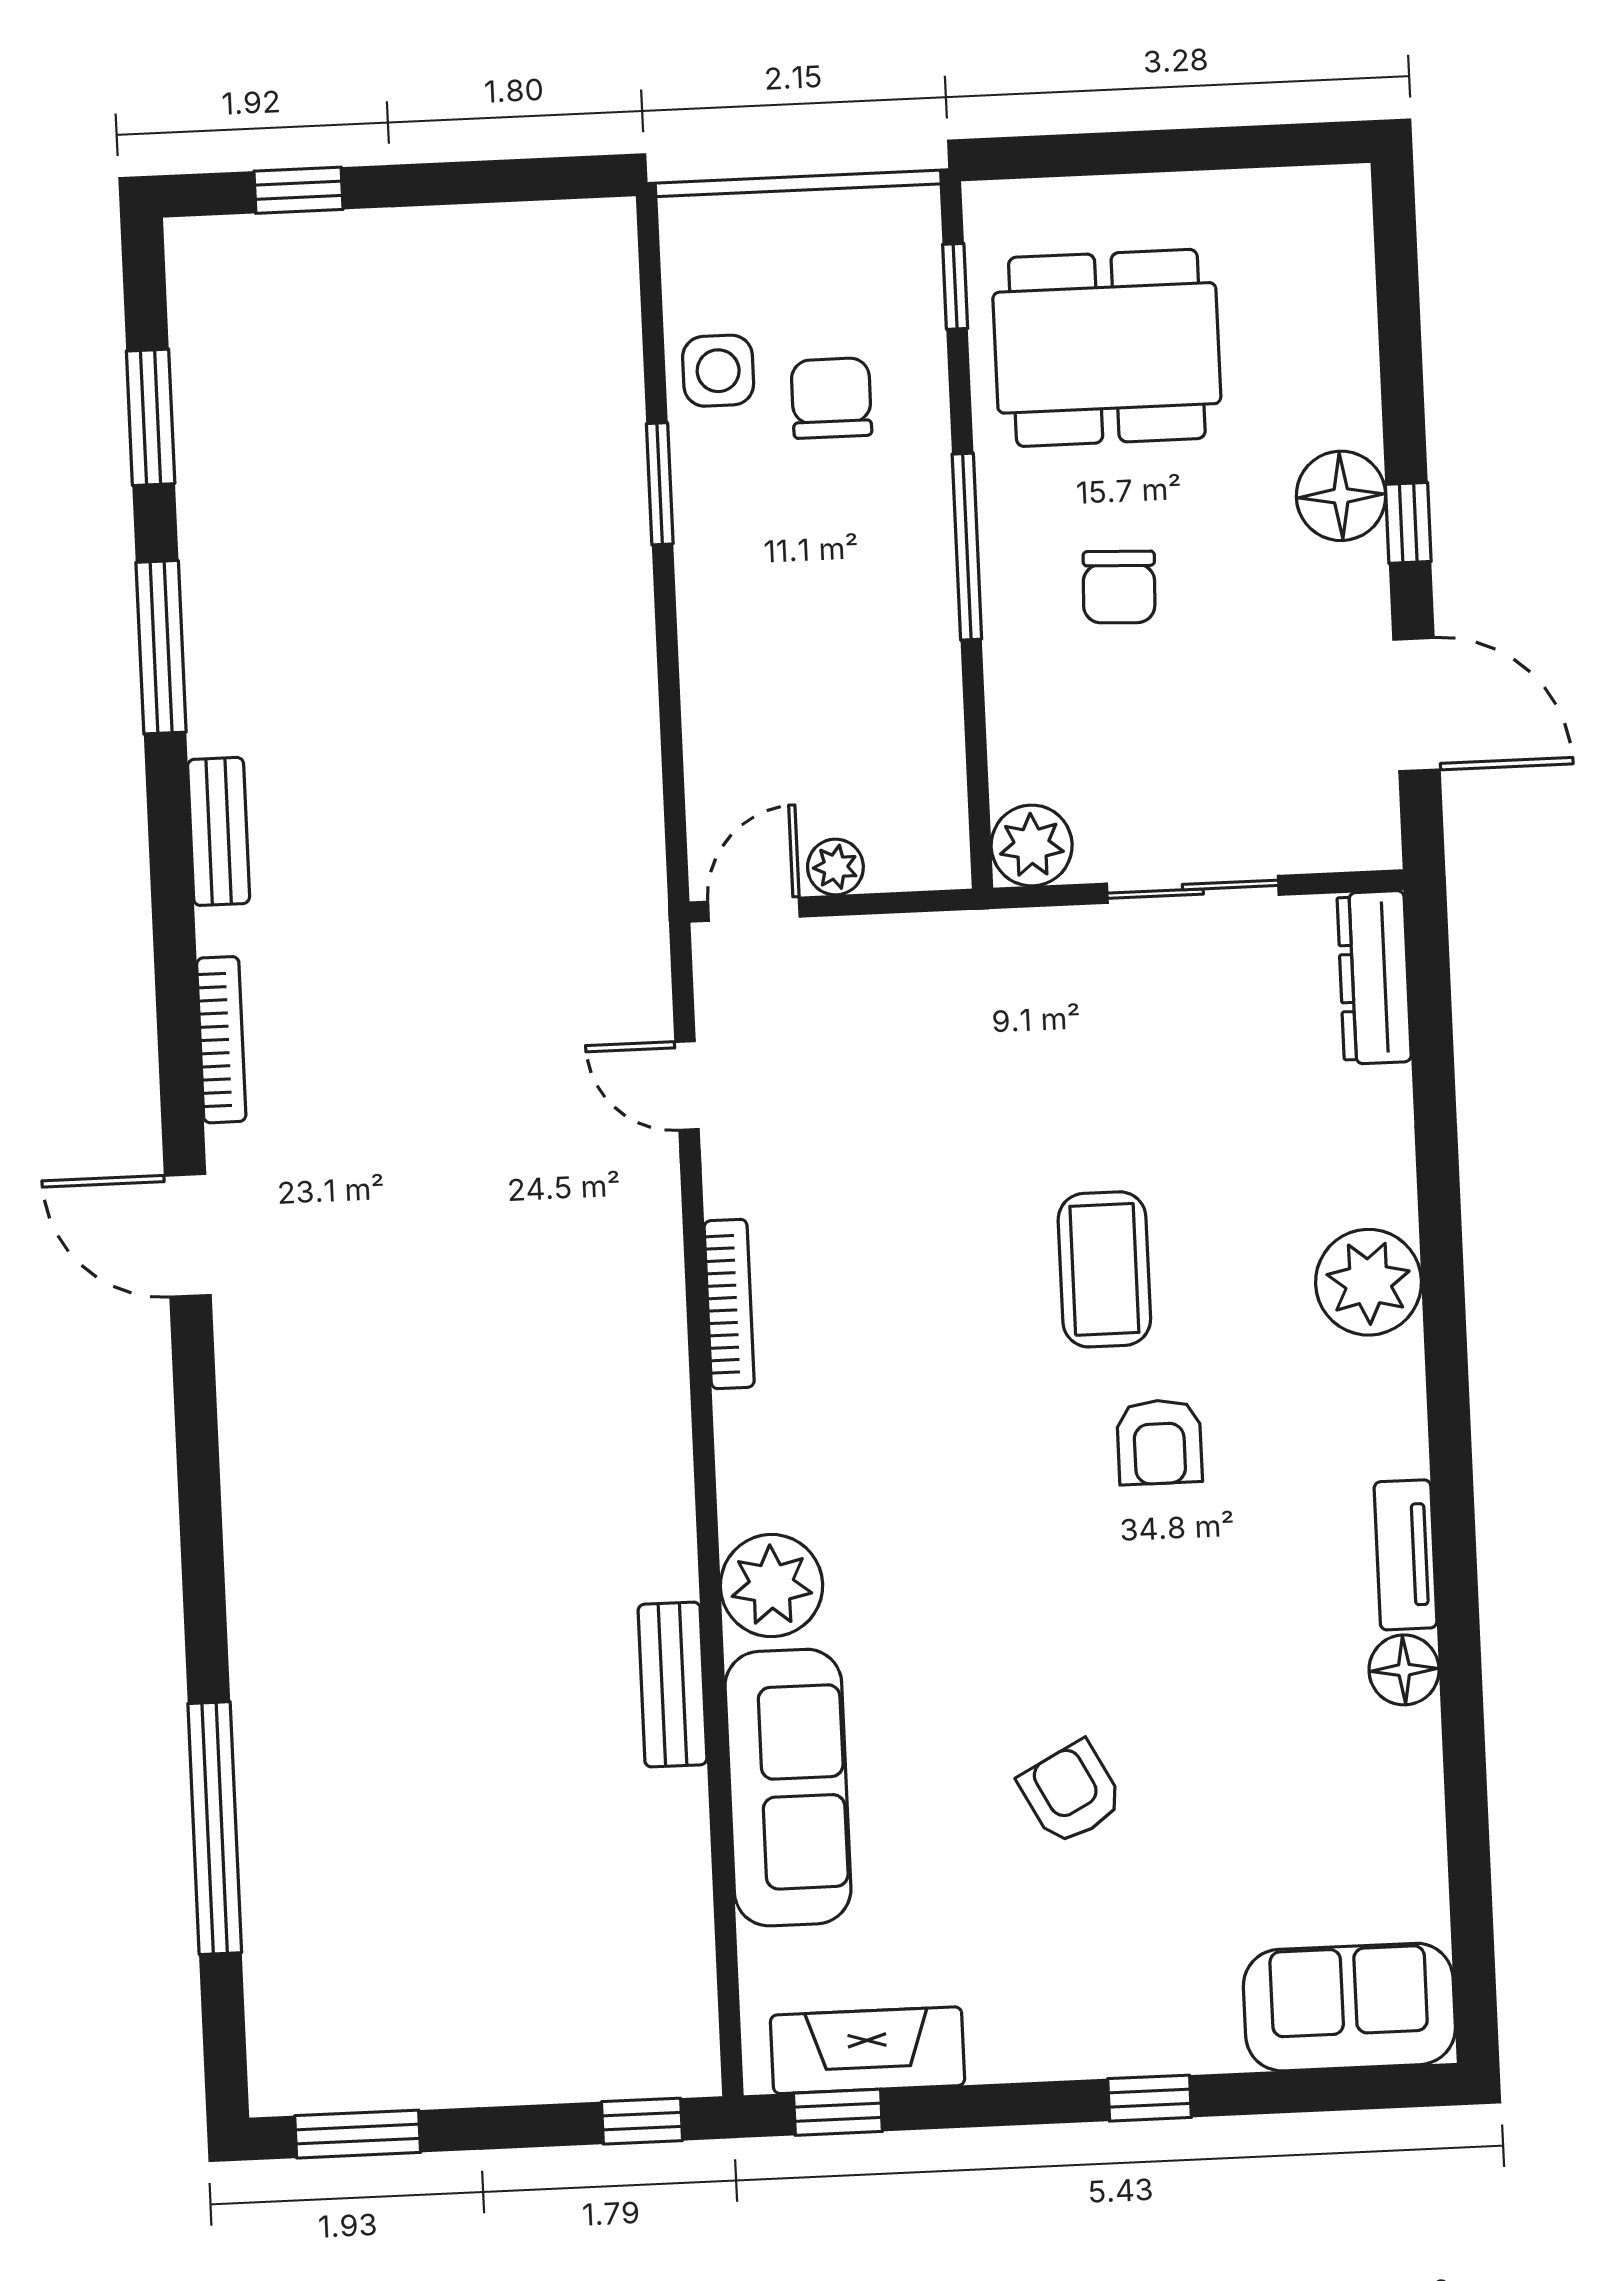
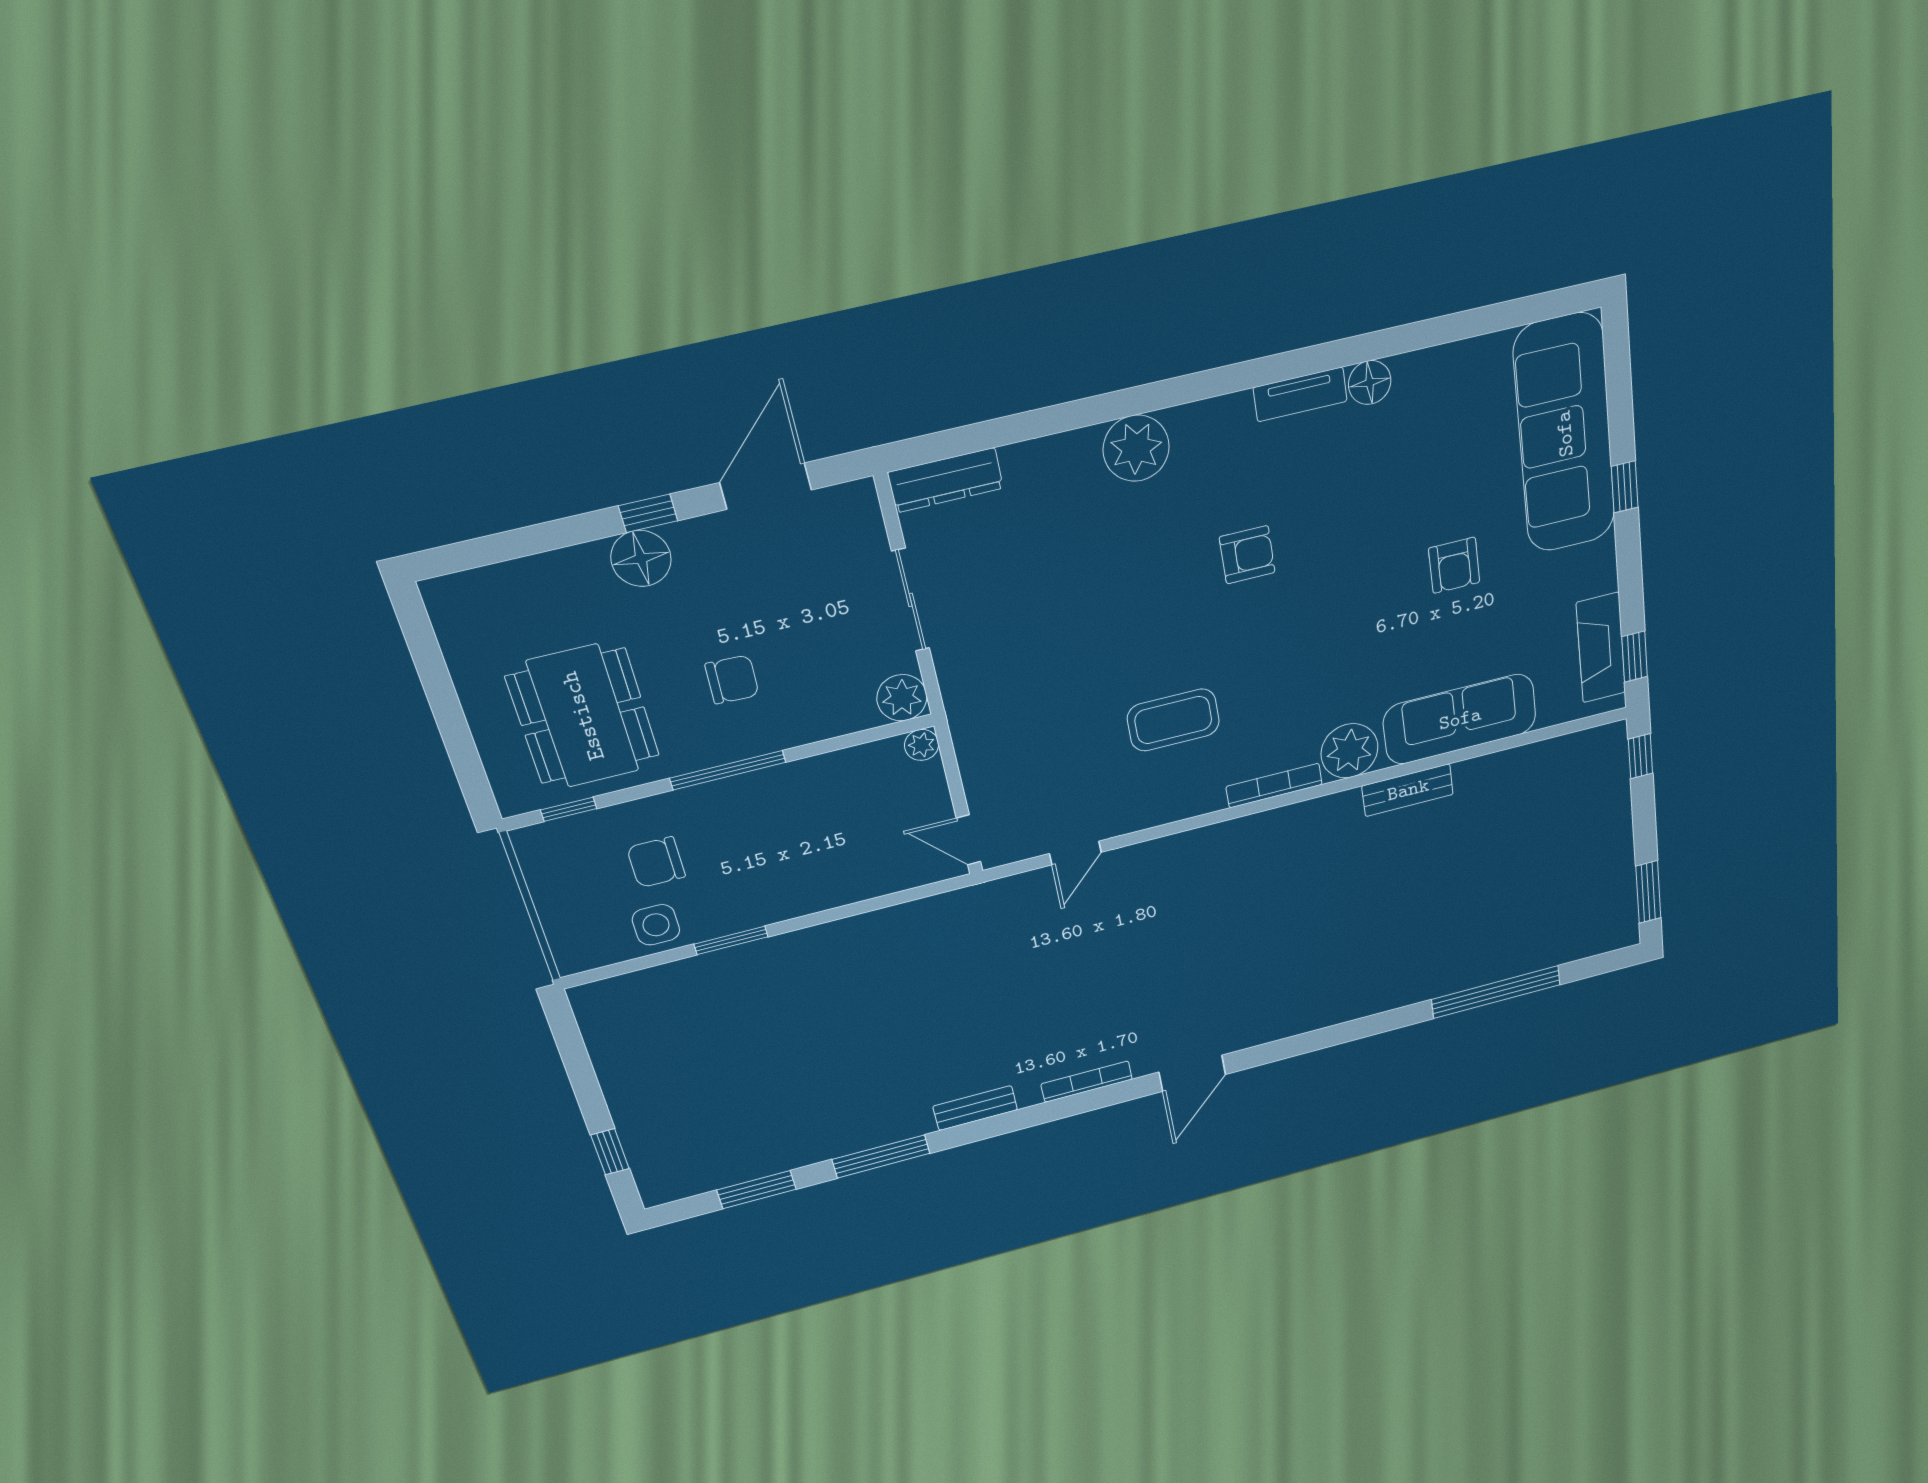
plant: (835, 867) -> (922, 745), moved
coffee table: (1104, 1269) -> (1173, 720), moved
bookcase: (729, 1304) -> (1274, 786), moved
armchair: (1071, 1793) -> (1454, 565), turned -62
sofa: (1349, 2007) -> (1565, 434), width x1.85, depth x1.27

